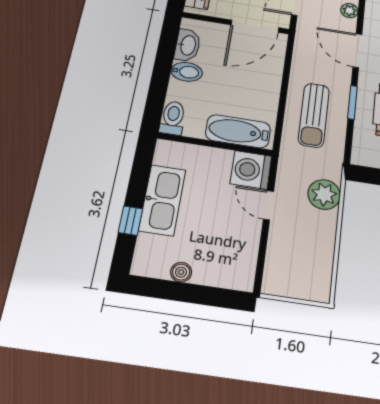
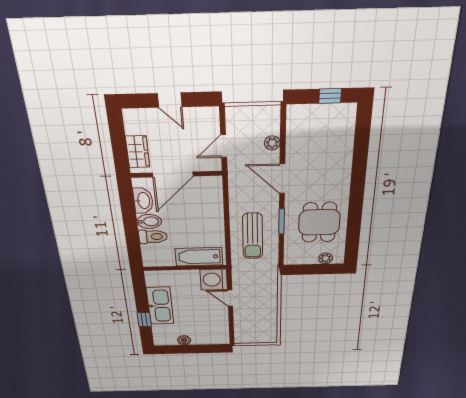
door: (255, 26) -> (173, 174), moved
toilet: (173, 118) -> (153, 237), moved, turned 90
plant: (324, 194) -> (267, 286), removed

